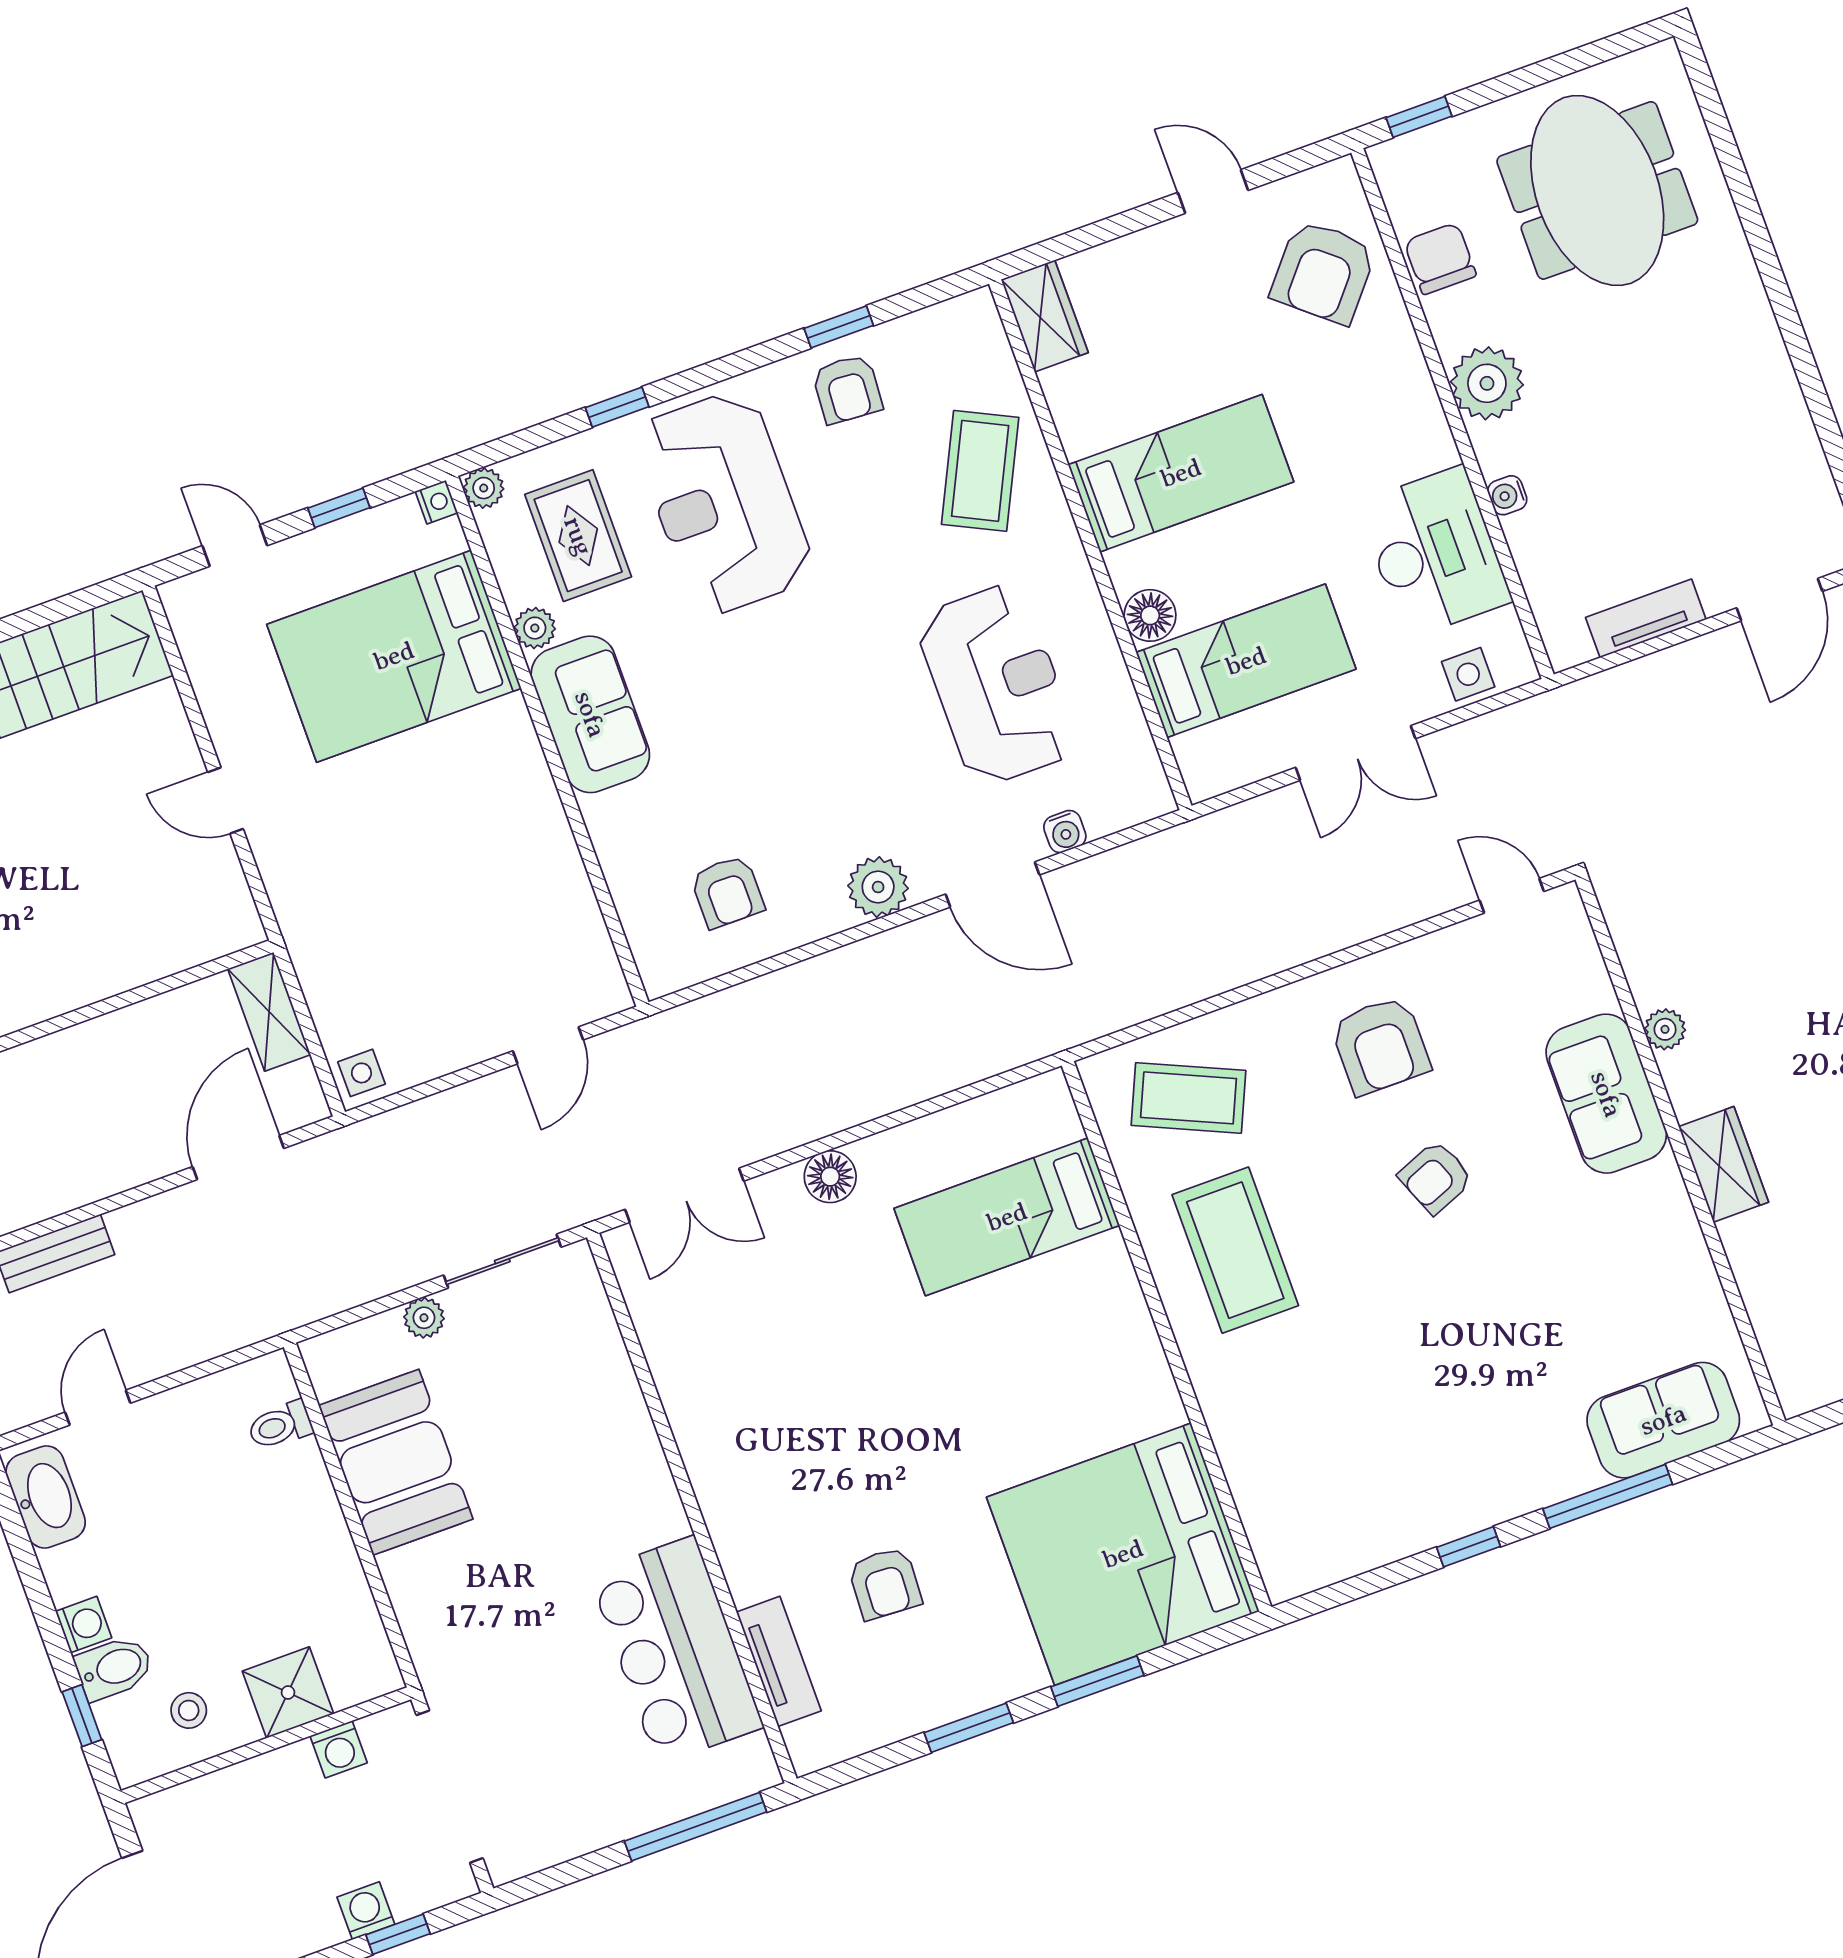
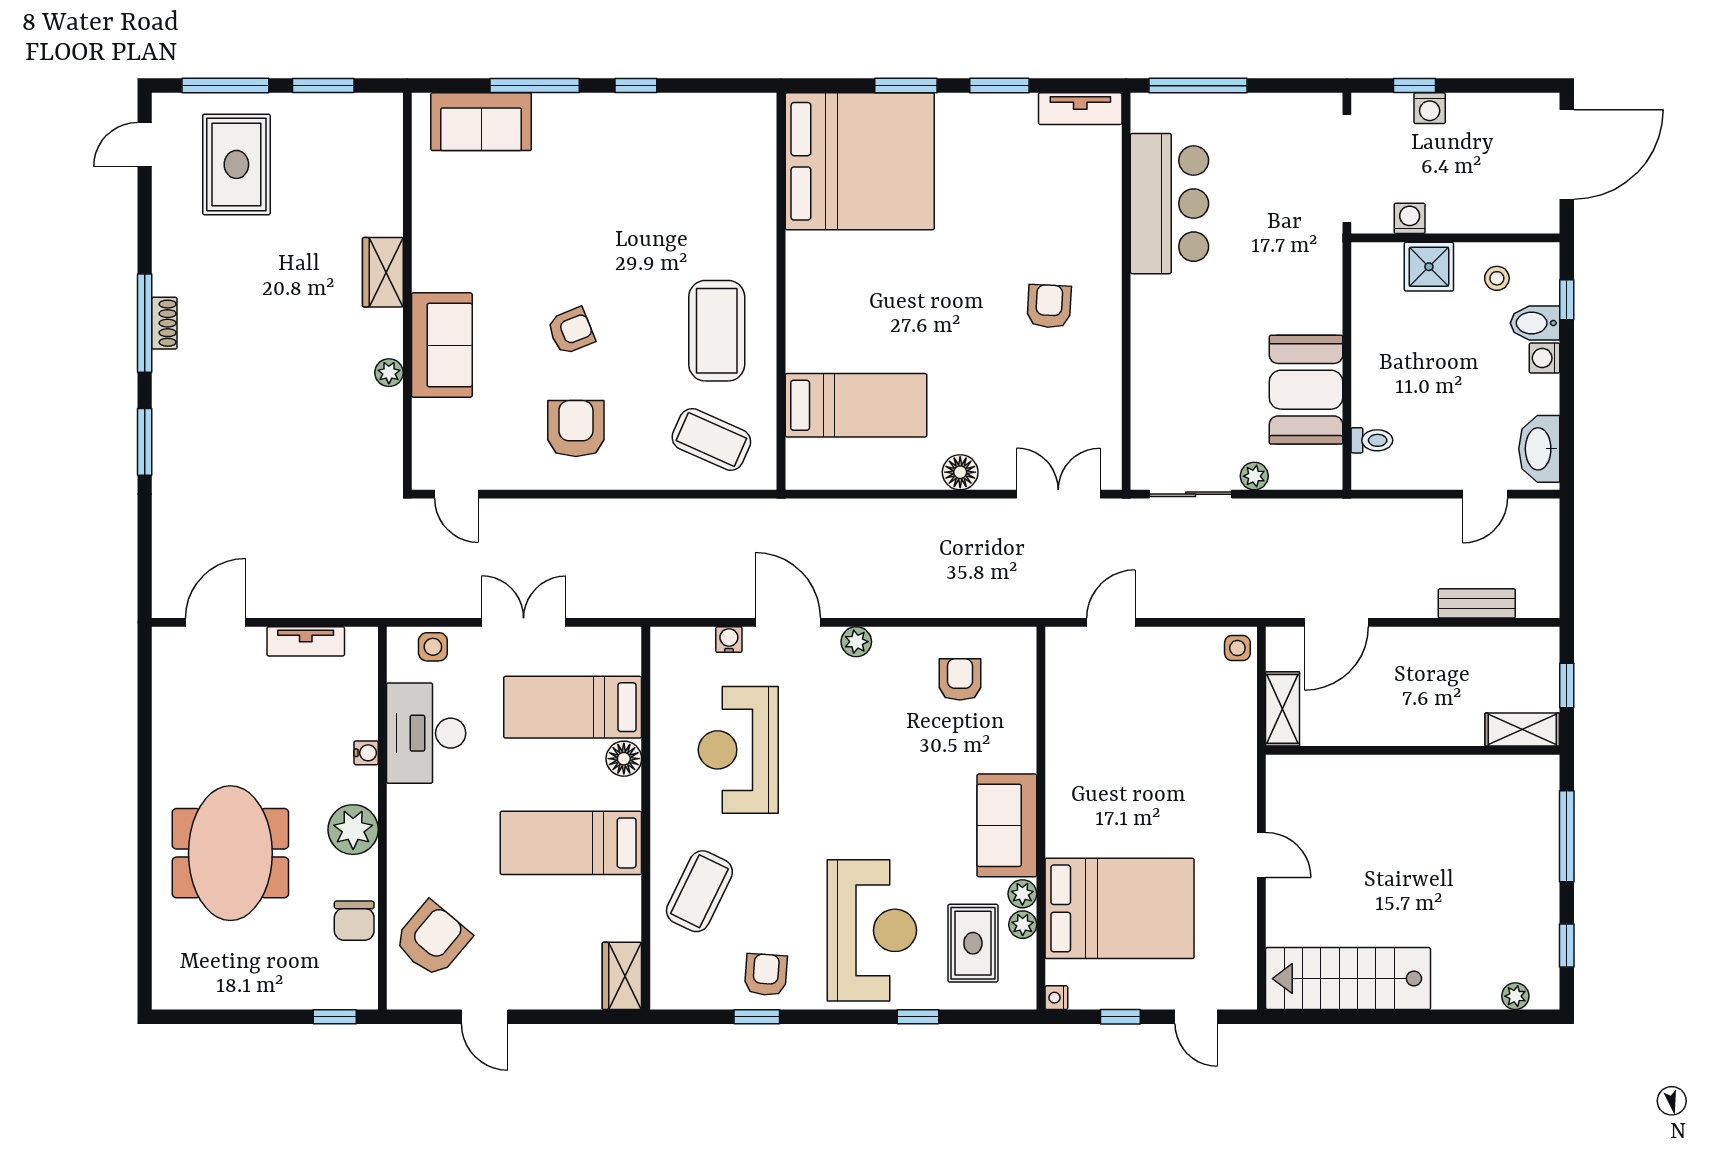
meeting table: (1597, 190) -> (230, 853), moved
plant: (484, 488) -> (1023, 925), moved
plant: (878, 887) -> (856, 642), width x0.73, depth x0.73
armchair: (885, 1583) -> (1049, 306), moved
tv unit: (779, 1661) -> (1080, 109), moved, turned -90

